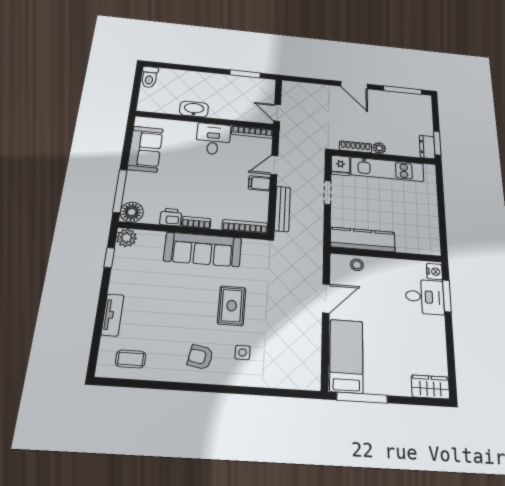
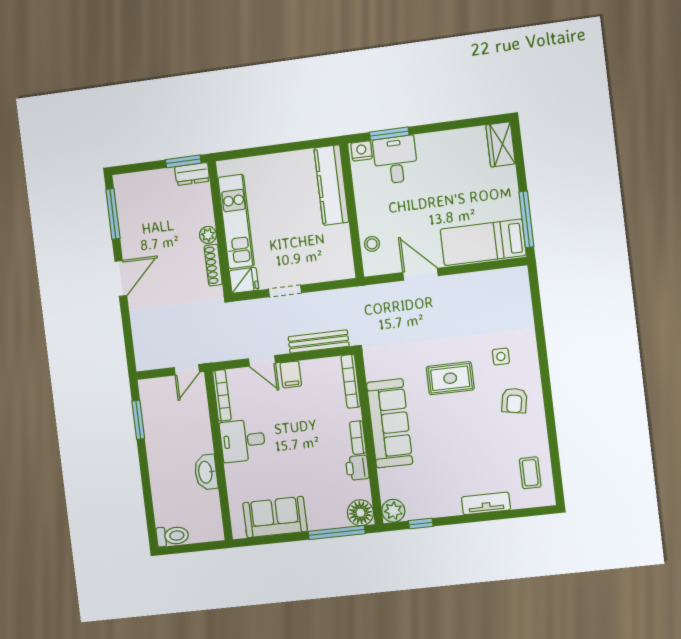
kitchen counter: (363, 239) -> (331, 185), moved

